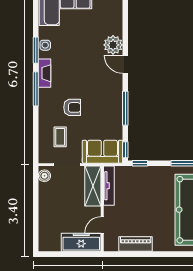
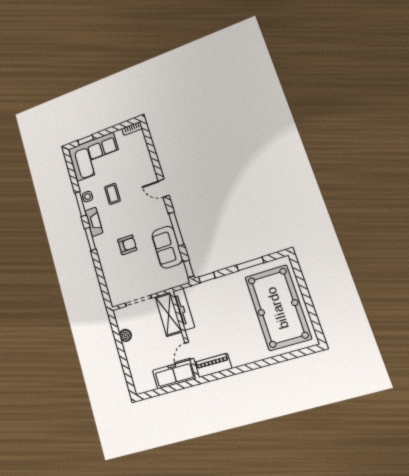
plant: (113, 45) -> (147, 175), removed
window: (36, 89) -> (90, 239), width x0.69
coffee table: (60, 137) -> (112, 194), moved
sofa: (102, 152) -> (167, 247), moved, turned -90
boiler: (44, 176) -> (126, 335), moved
piano: (136, 244) -> (213, 365), moved

